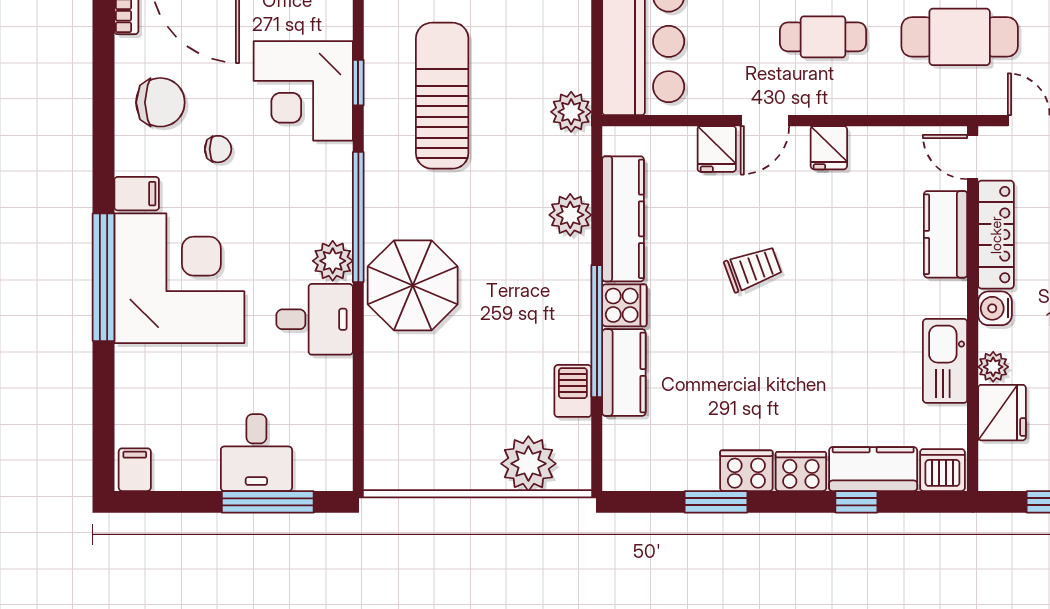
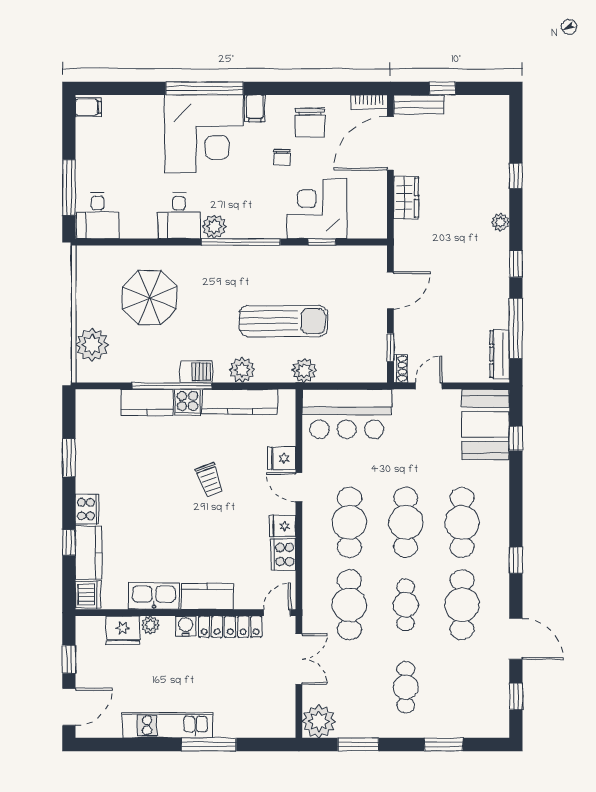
cafe table: (823, 37) -> (349, 522), width x1.37, depth x1.35
sun lounger: (442, 96) -> (283, 321), moved
kitchen counter: (946, 234) -> (207, 596), moved
parasol: (413, 285) -> (149, 298), moved
barbecue: (573, 391) -> (196, 371), moved
desk: (256, 453) -> (98, 216), moved, turned -90
cooker: (746, 471) -> (283, 554), moved, turned 180

